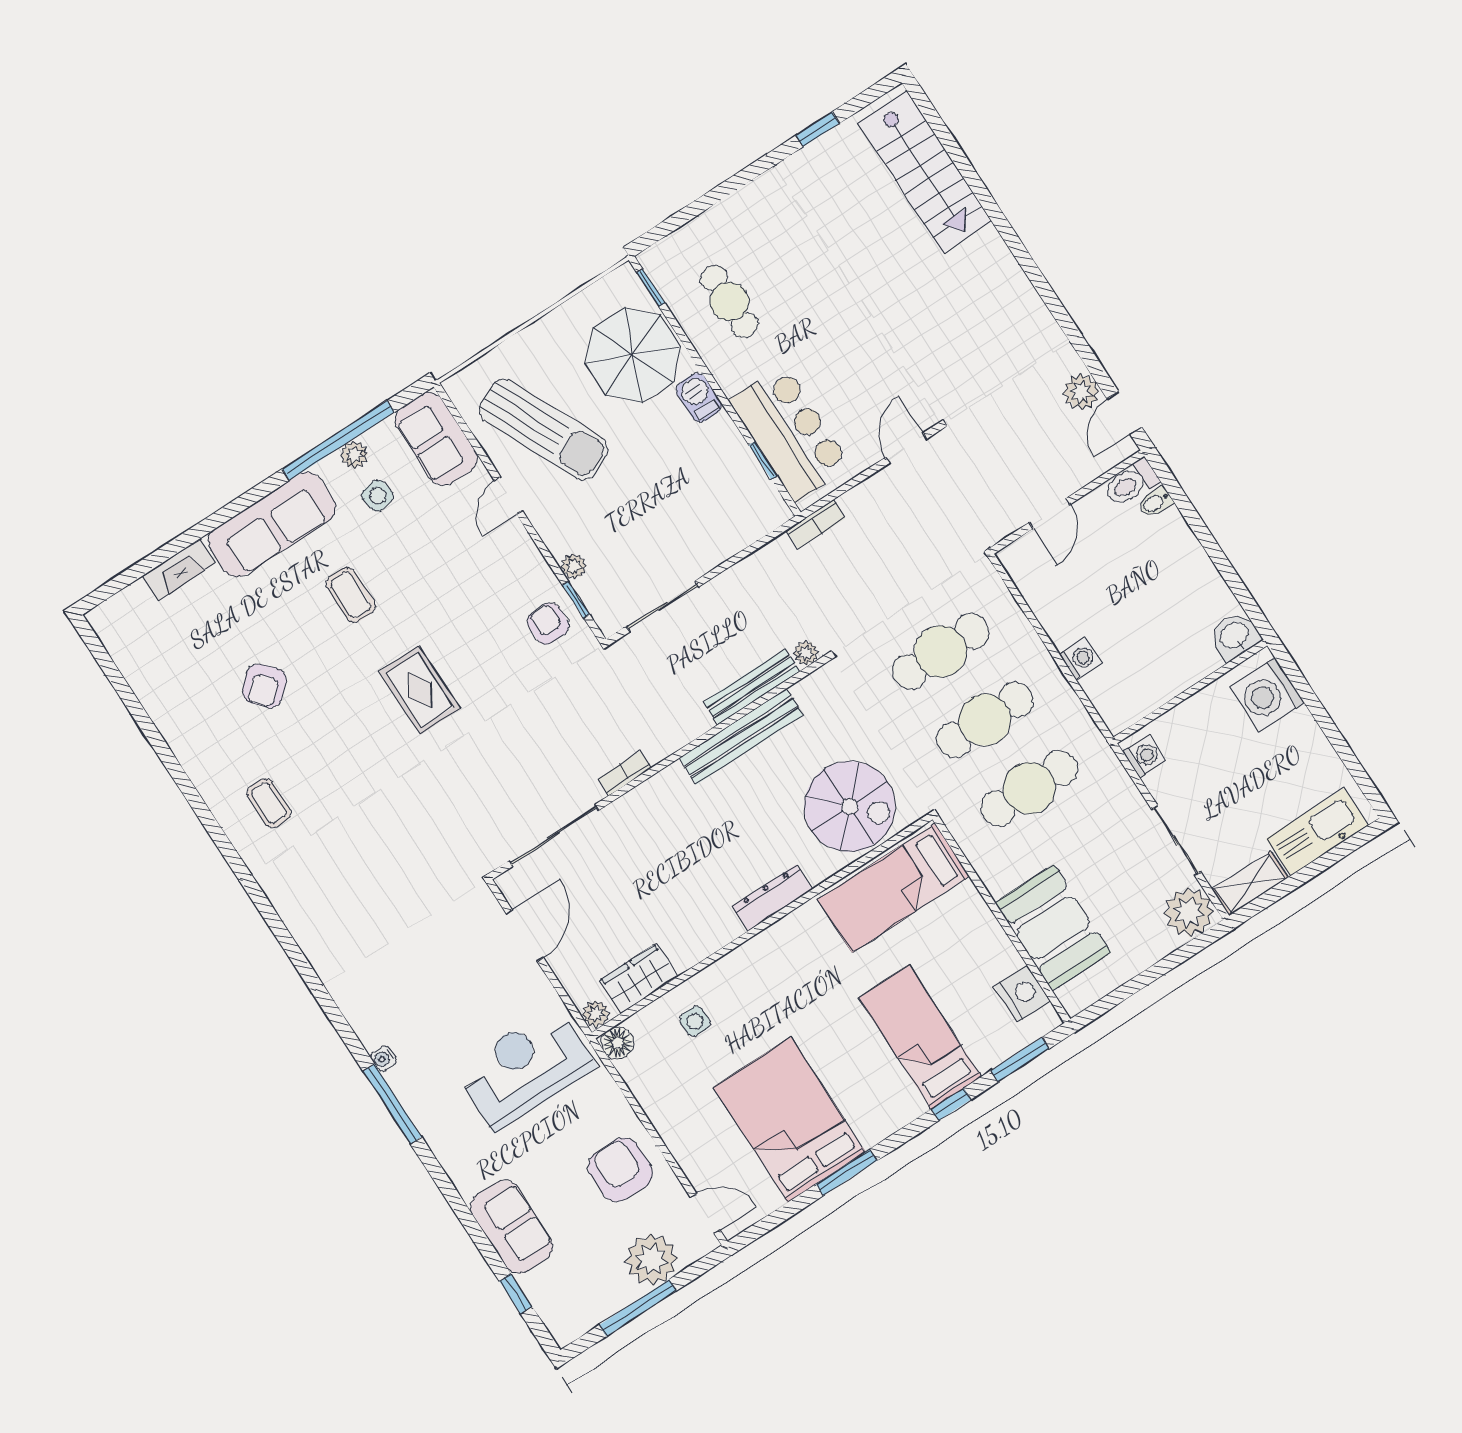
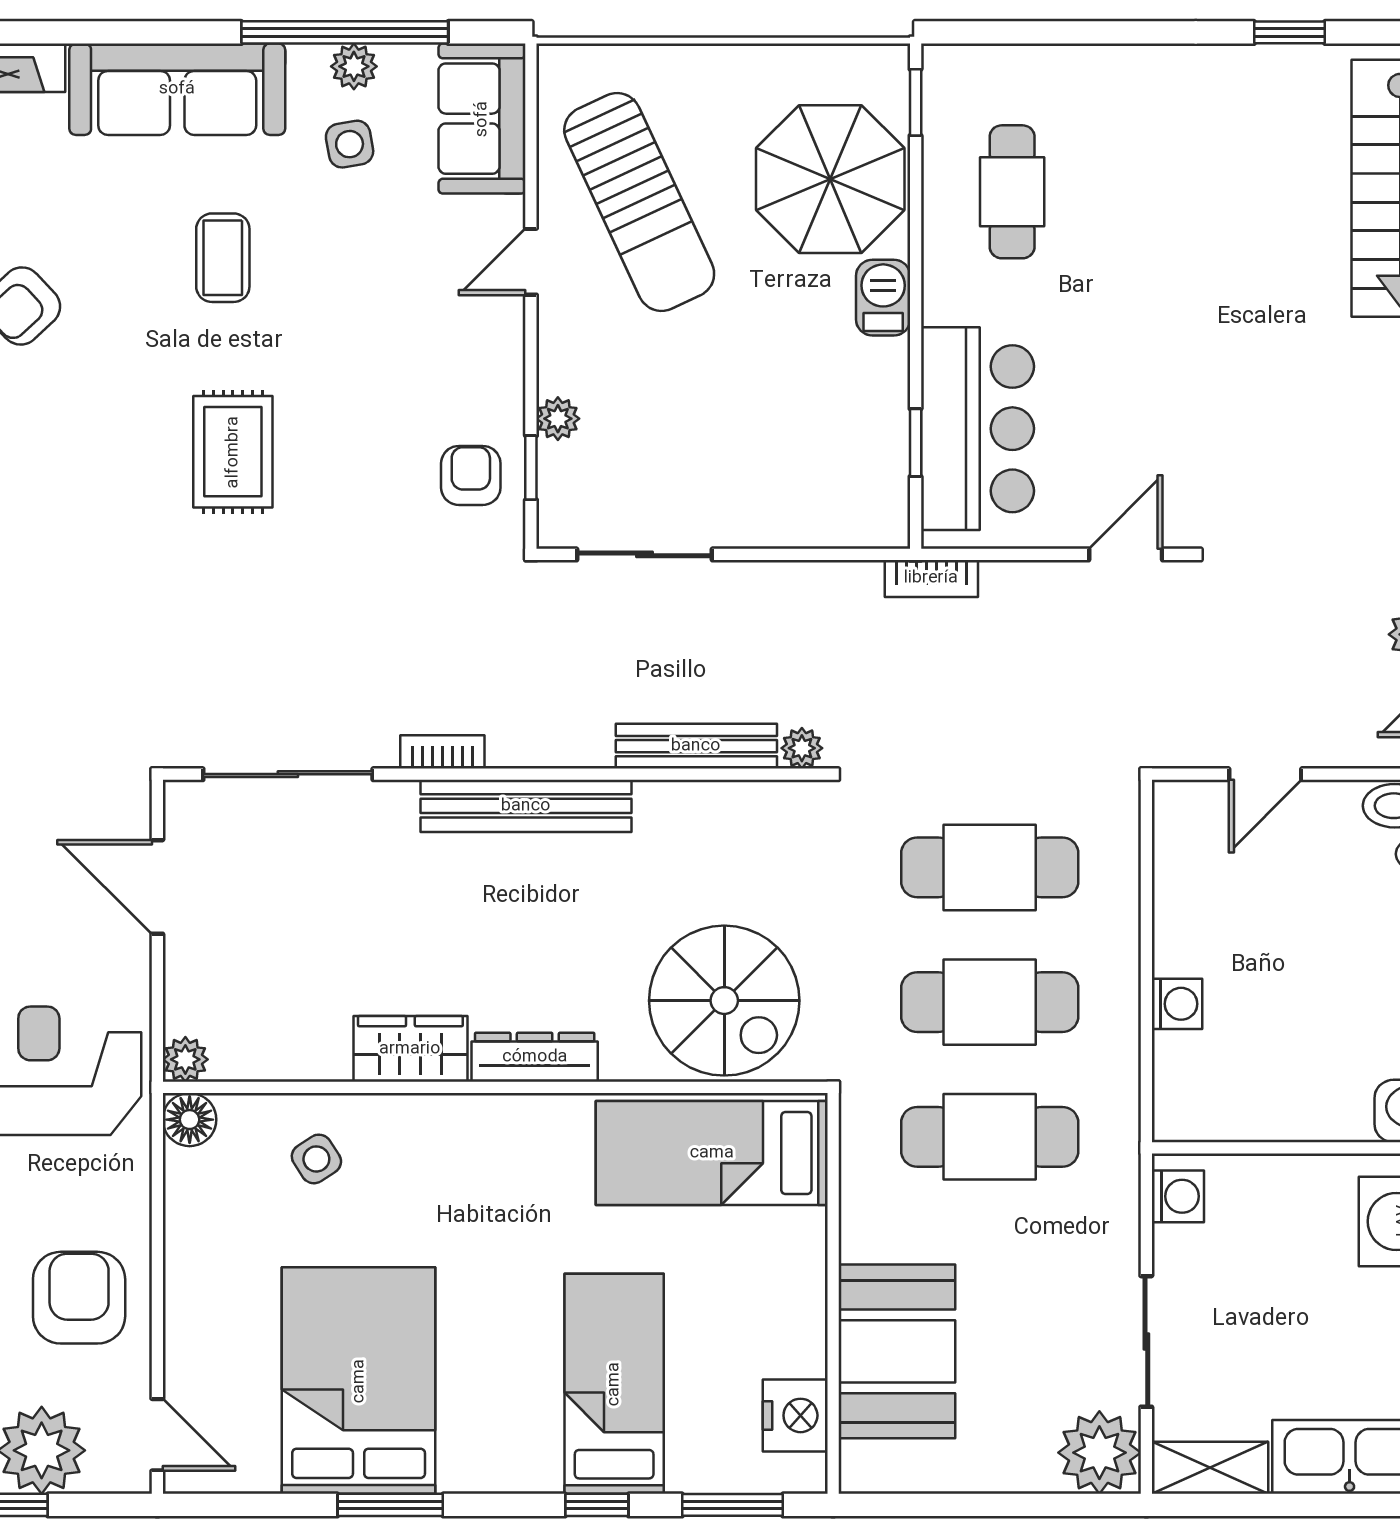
bench: (741, 737) -> (526, 806), moved
door: (525, 936) -> (157, 887), swing flipped
wardrobe: (639, 978) -> (410, 1049), moved
side table: (695, 1021) -> (316, 1159), turned -33

